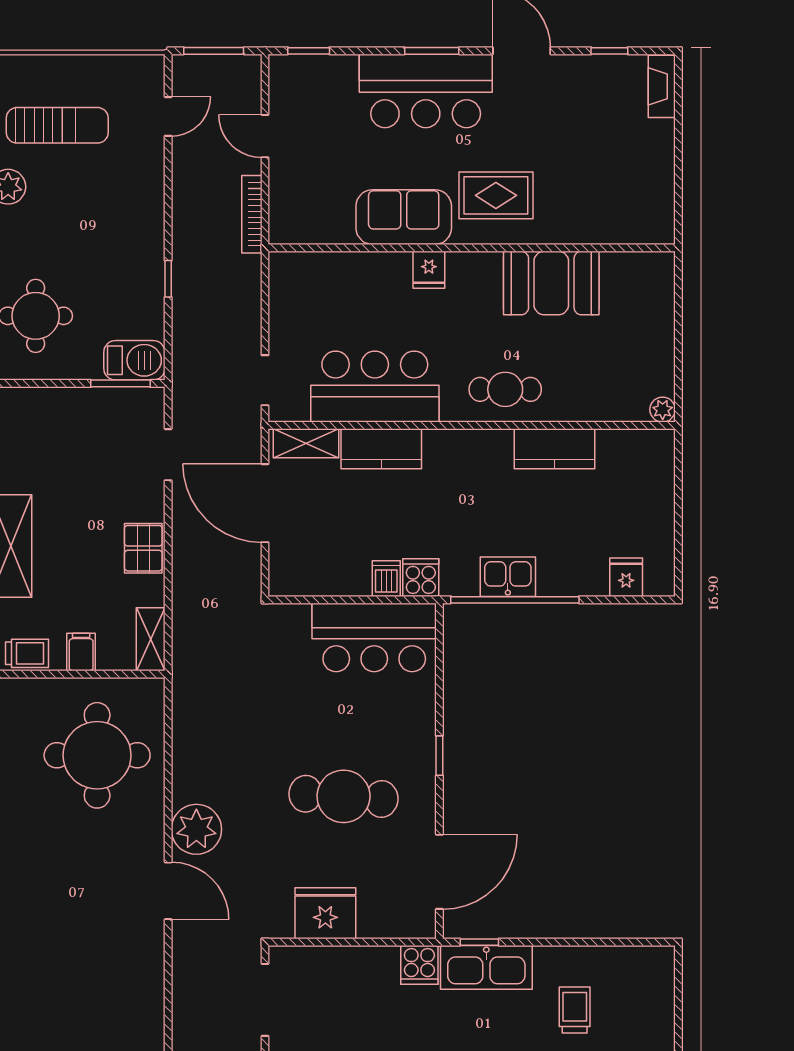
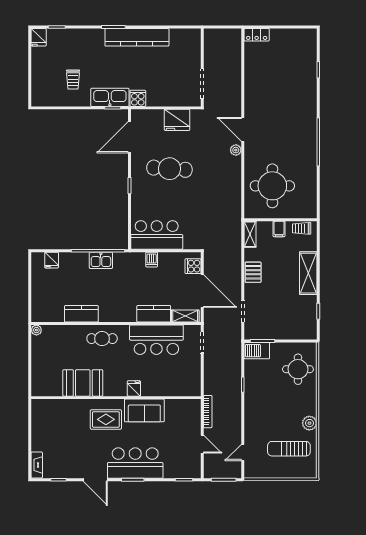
cooker: (421, 578) -> (193, 266), moved, turned 90
plant: (196, 829) -> (236, 150), width x0.53, depth x0.53

